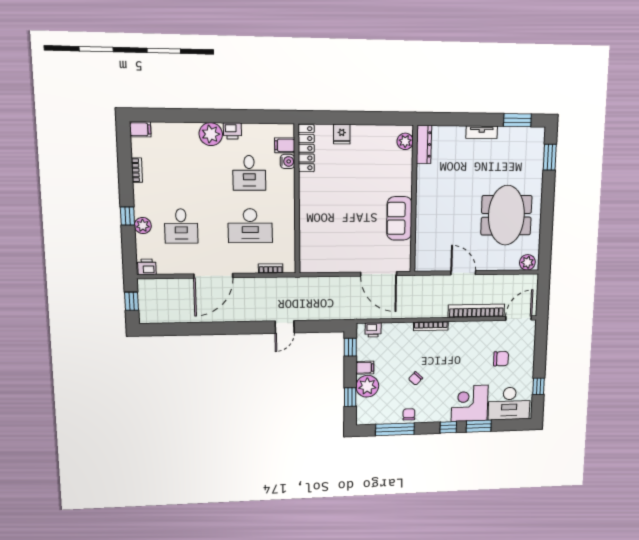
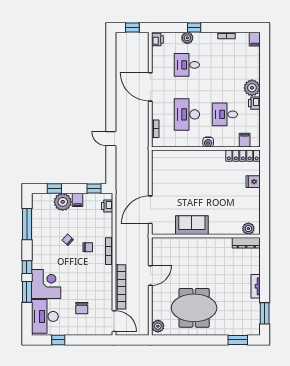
water cooler: (288, 161) -> (208, 142), moved
chair: (409, 414) -> (88, 247), moved

